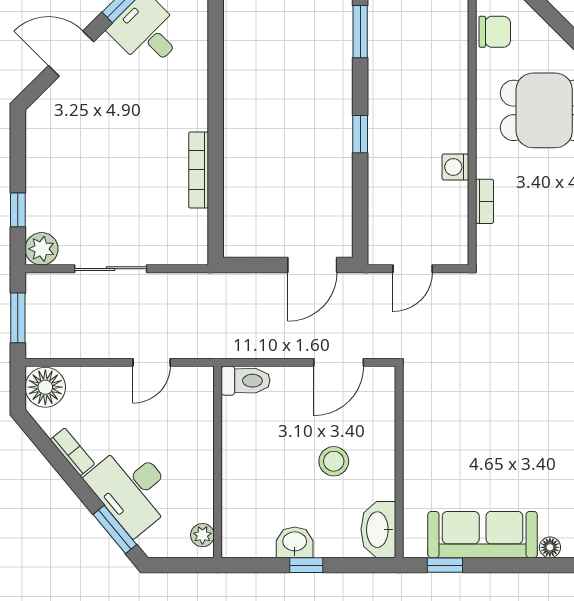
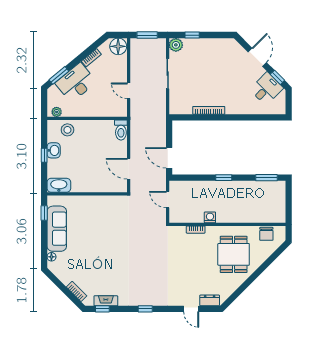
stool: (334, 461) -> (67, 130), moved

